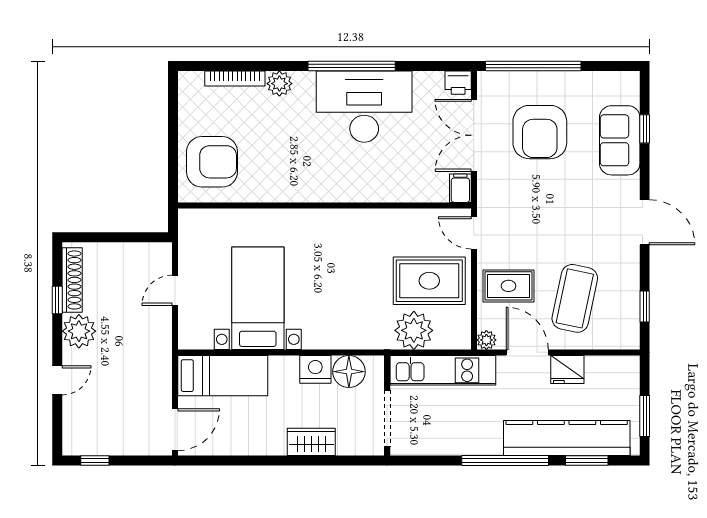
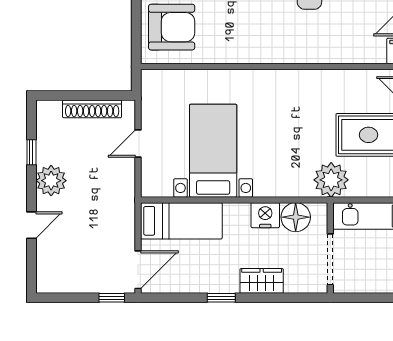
shoe rack: (72, 280) -> (92, 109), moved, turned 90
plant: (414, 330) -> (331, 180), moved
window: (95, 461) -> (112, 298), moved
window: (267, 461) -> (221, 298), added

